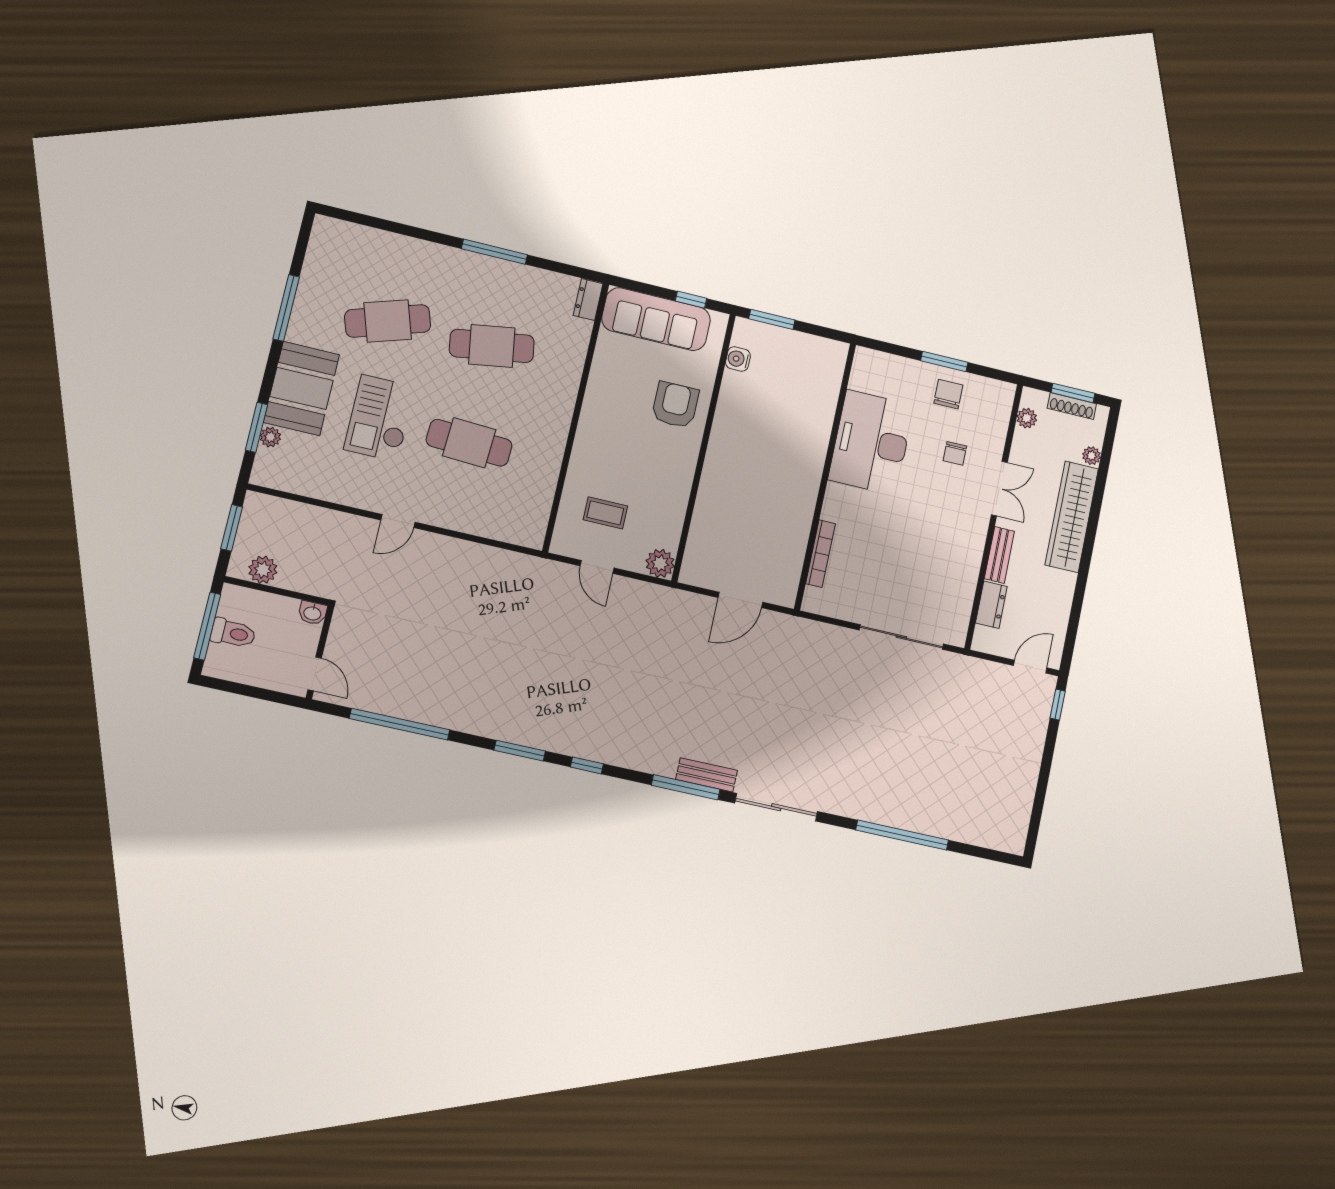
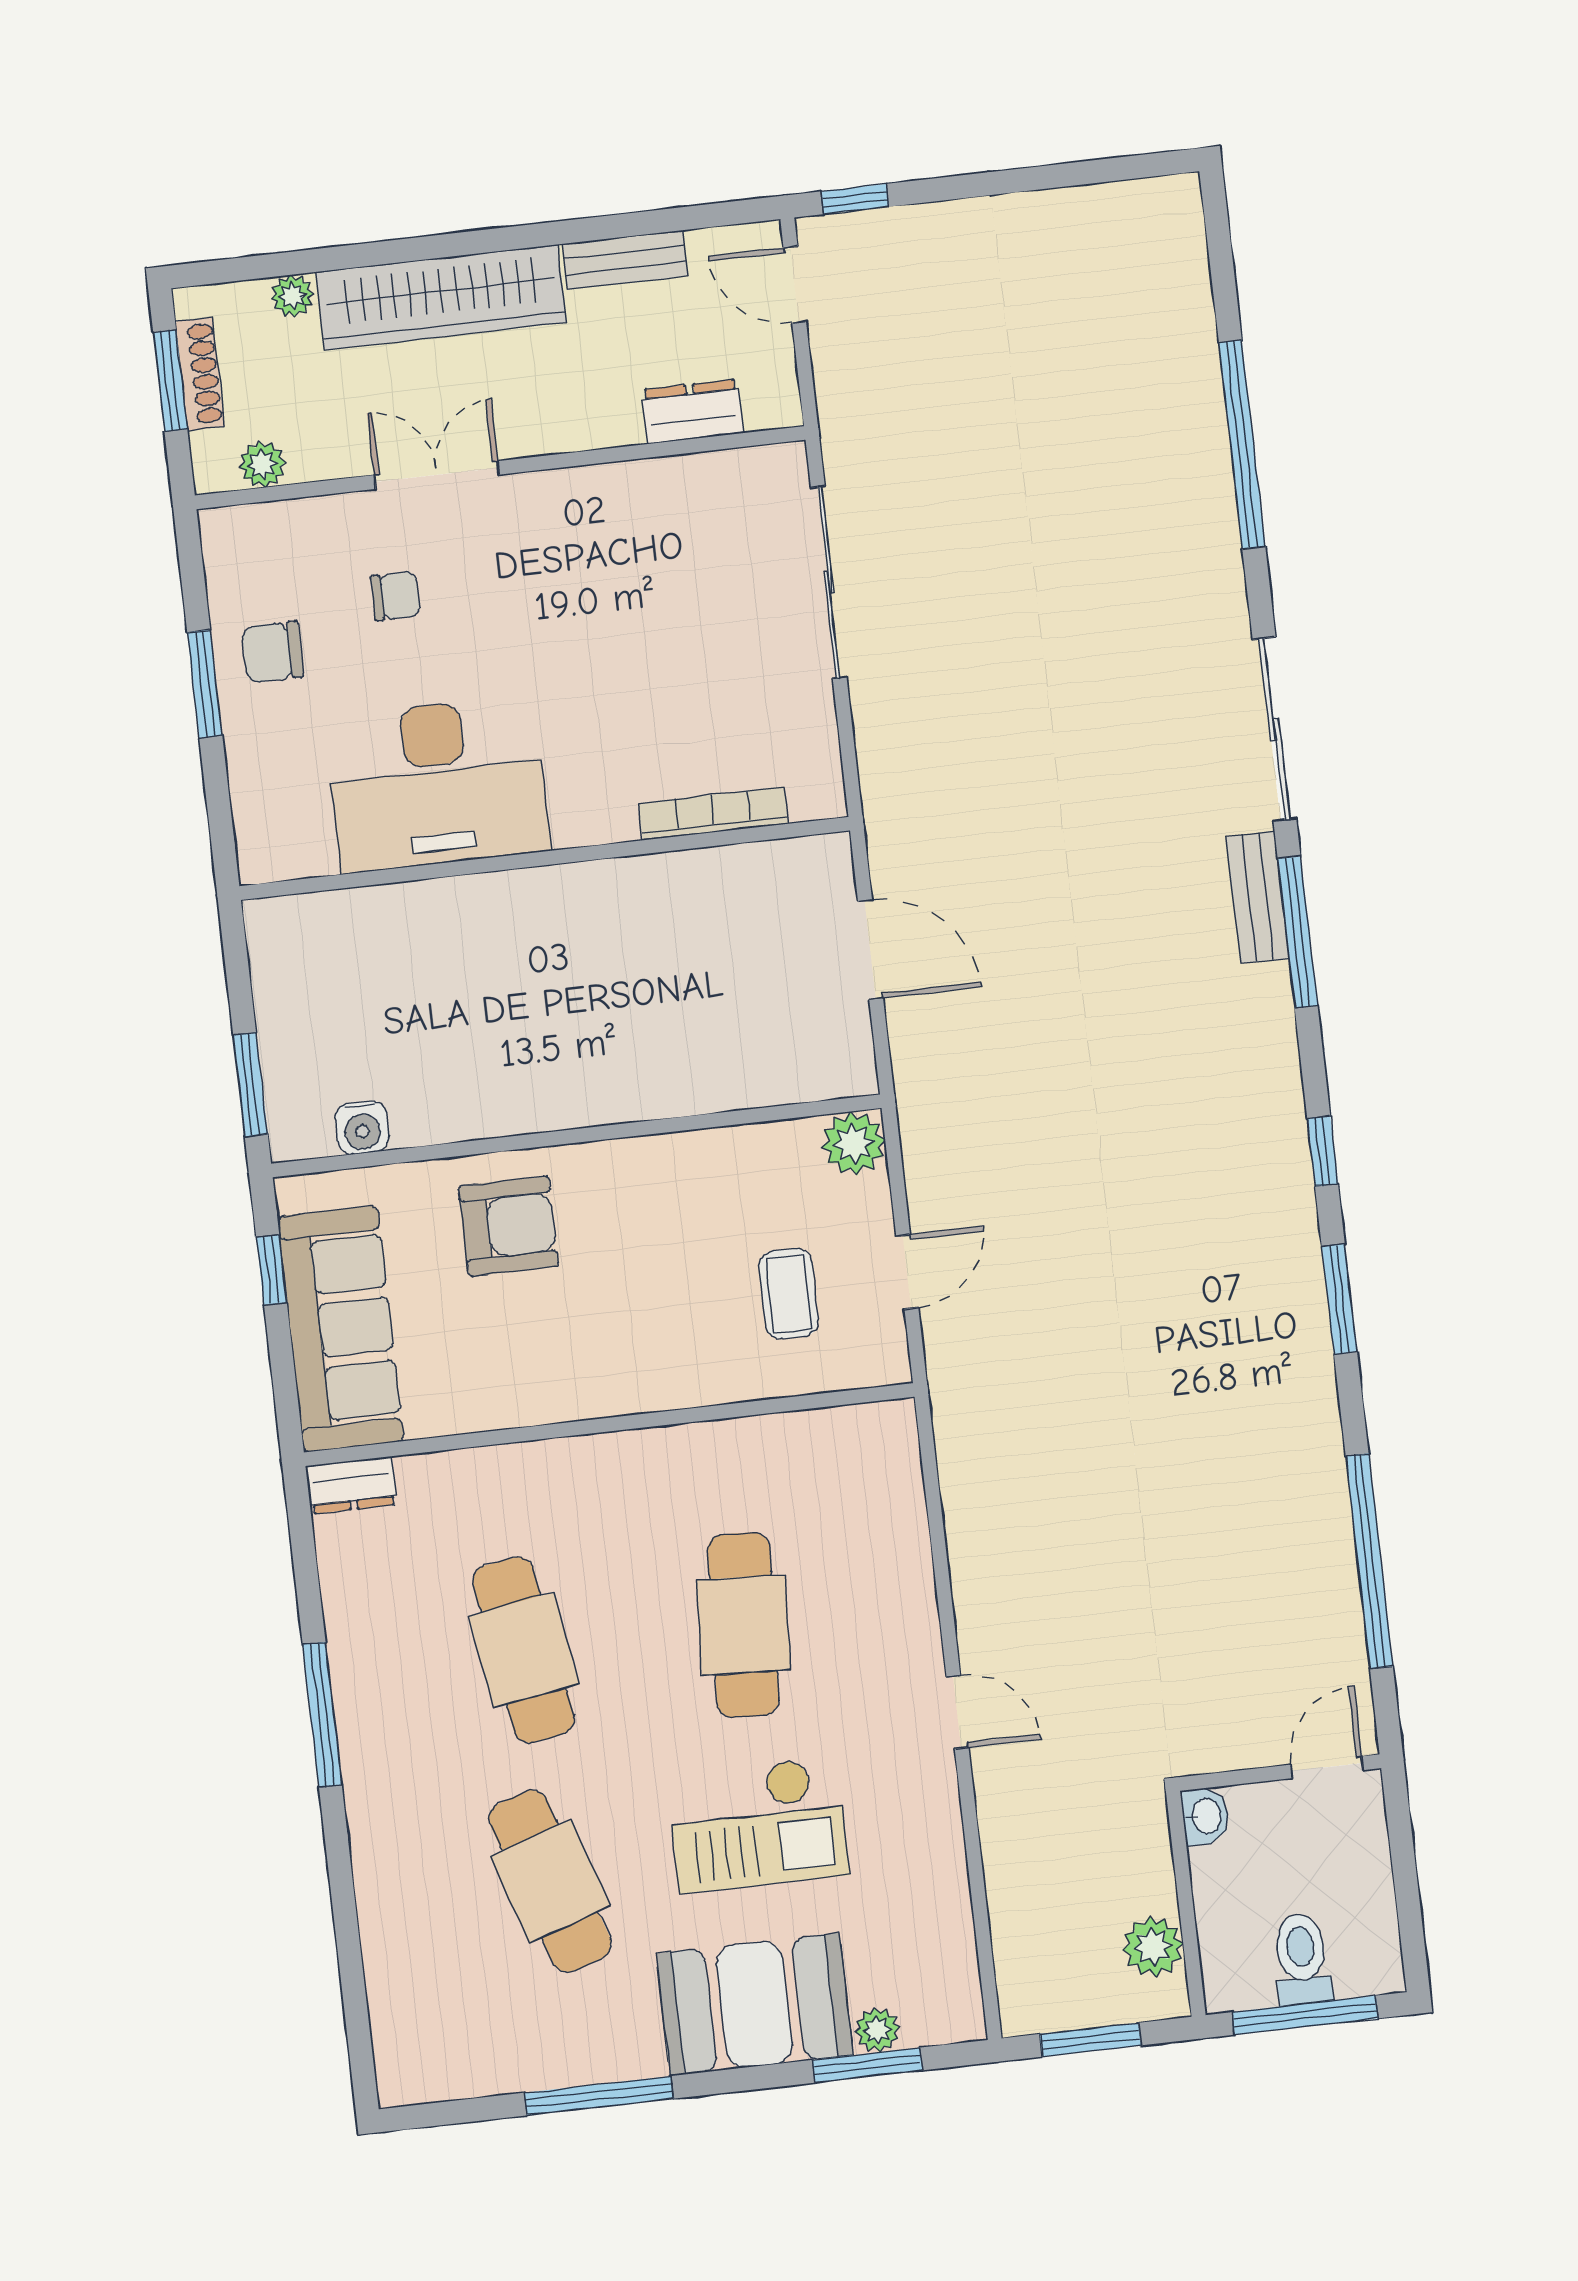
armchair: (675, 405) -> (509, 1226), turned 180
bench: (999, 555) -> (625, 260), moved

